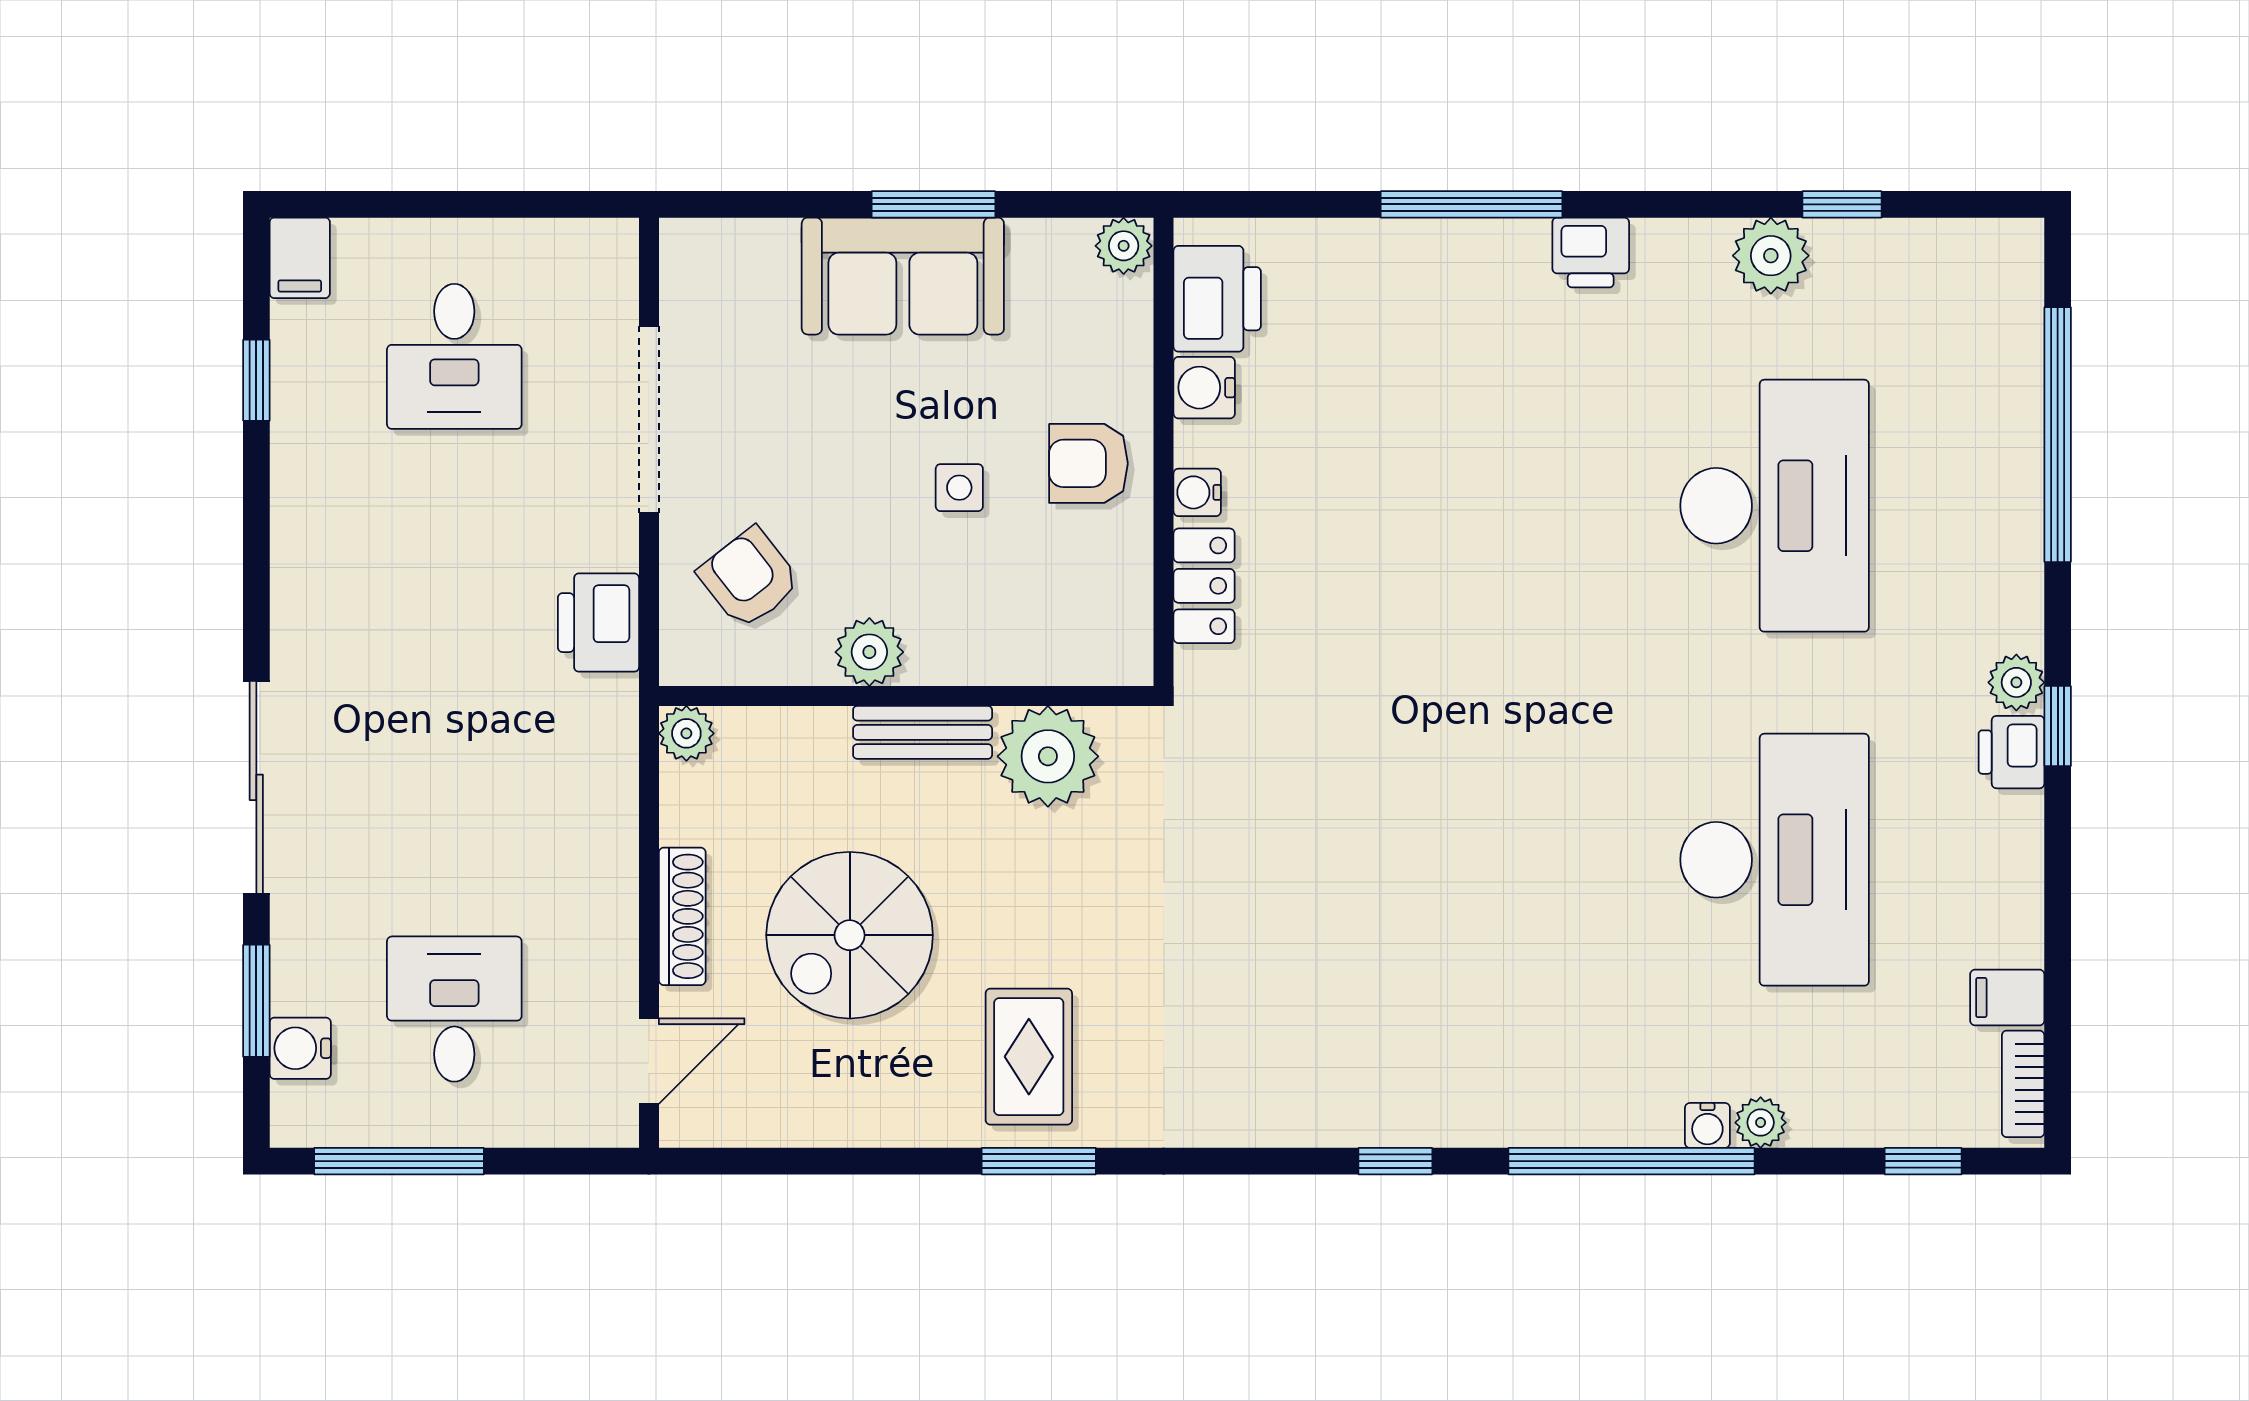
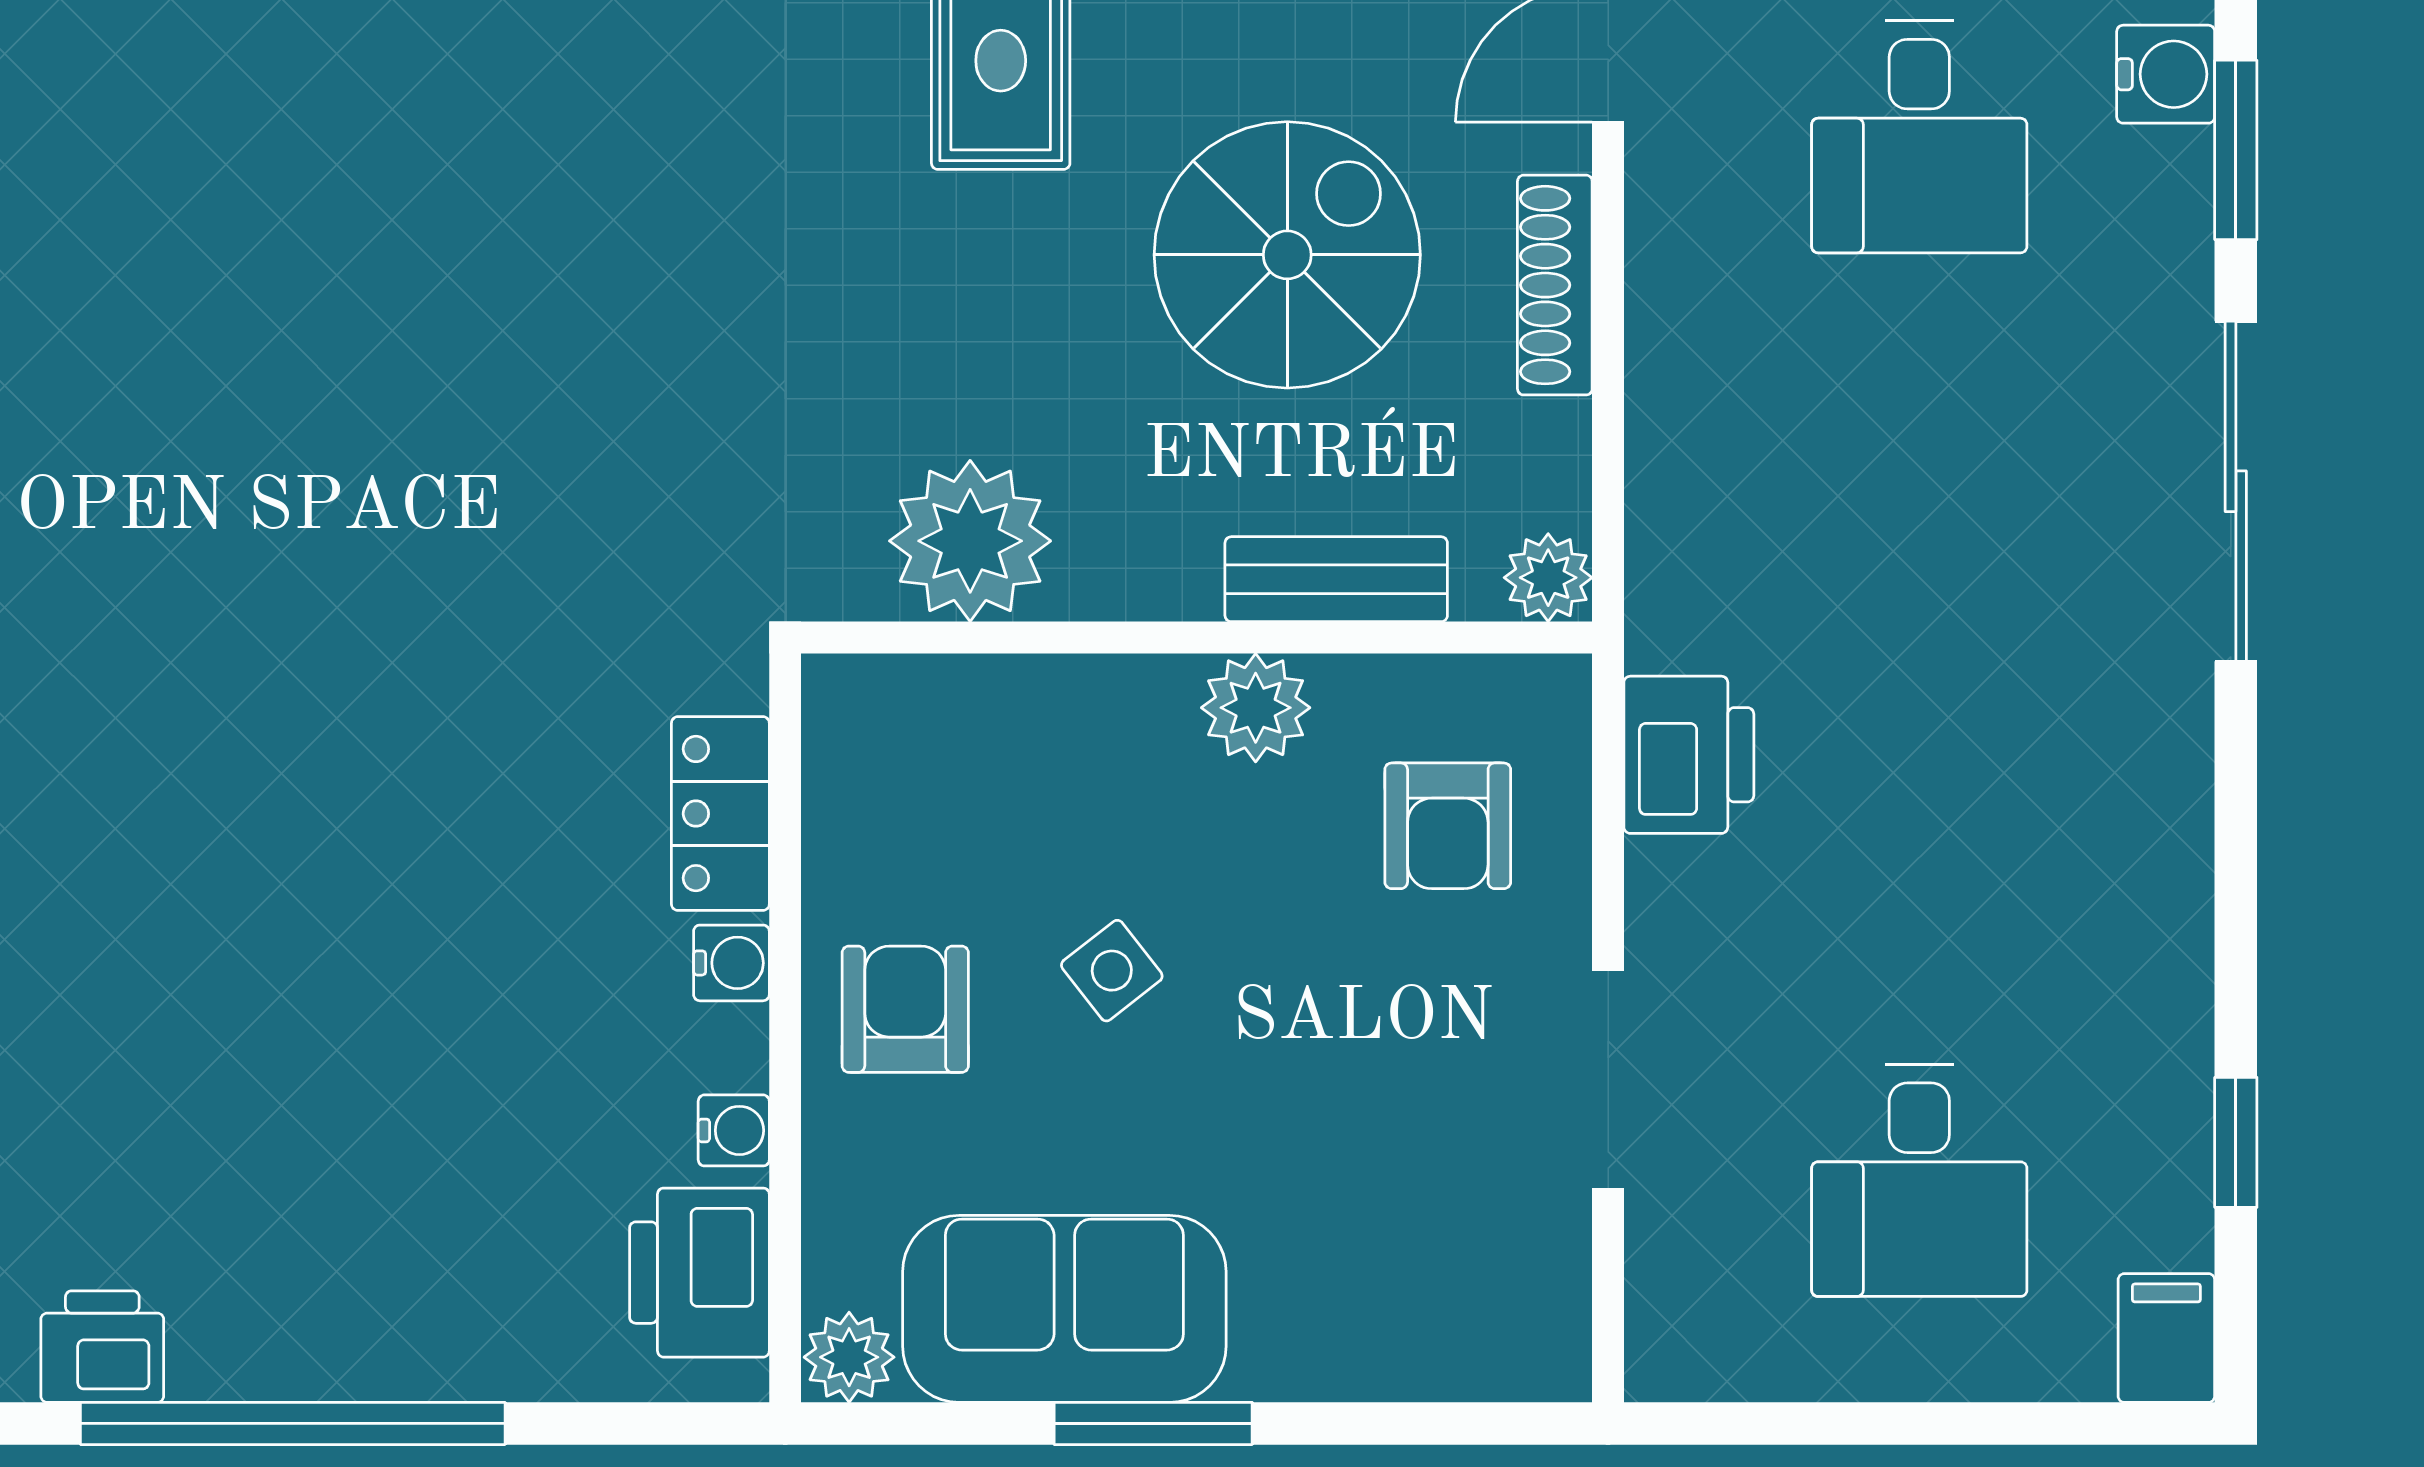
window: (1472, 204) -> (293, 1423), width x1.46
sofa: (903, 276) -> (1064, 1309), moved
desk: (454, 356) -> (1919, 1180), turned 180
water cooler: (1204, 388) -> (734, 1130), width x0.72, depth x0.72
doorway: (649, 419) -> (1608, 1080), width x0.73
armchair: (1088, 463) -> (905, 1009), turned -90
side table: (959, 488) -> (1112, 971), turned -38
armchair: (749, 578) -> (1448, 826), turned 38
bench: (923, 732) -> (1336, 579), moved

